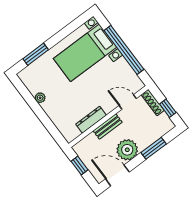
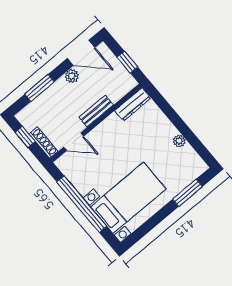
dresser: (91, 120) -> (133, 104), moved
plant: (127, 150) -> (72, 76), width x0.53, depth x0.53

